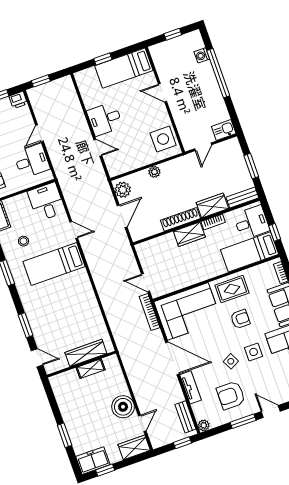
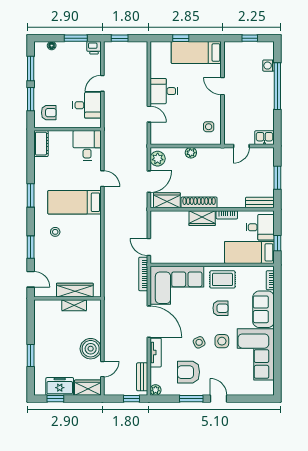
side table: (163, 139) -> (209, 127), width x0.54, depth x0.54
wardrobe: (212, 206) -> (167, 200), moved
stool: (23, 241) -> (55, 232), moved
freezer: (93, 461) -> (60, 386), moved

